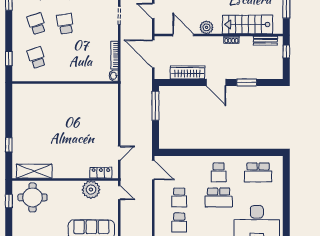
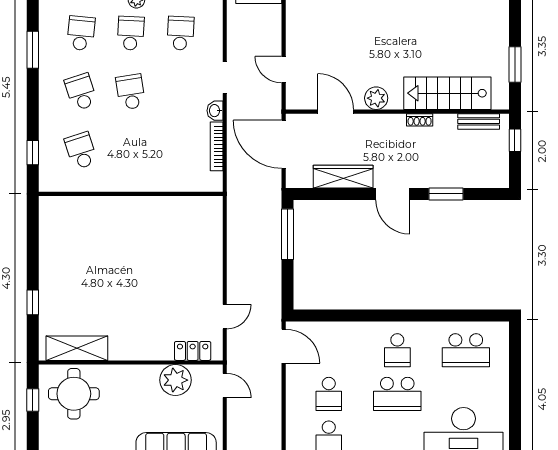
washbasin: (114, 76) -> (215, 111), moved

